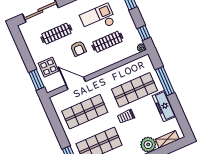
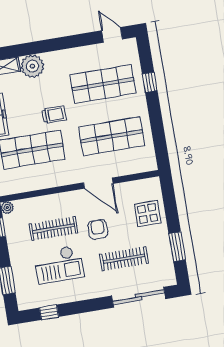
window: (36, 80) -> (177, 247), moved
door: (76, 83) -> (98, 183), moved

